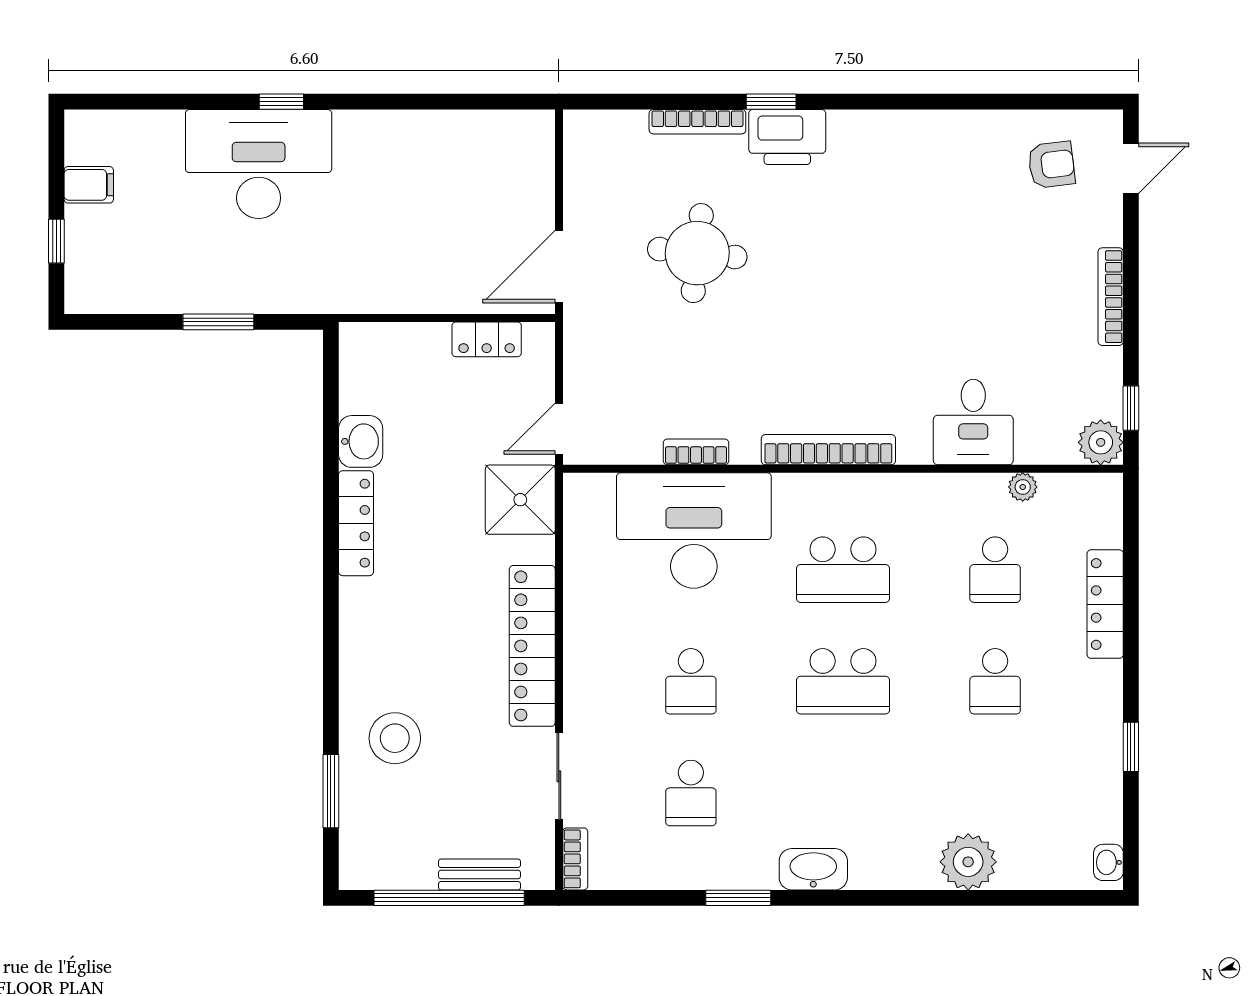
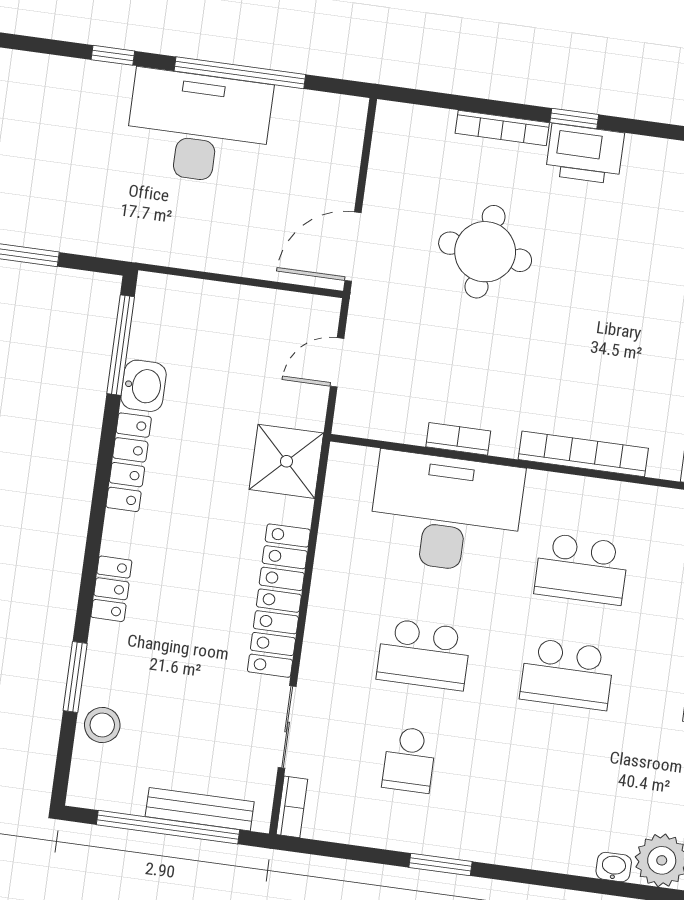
window: (416, 102) -> (240, 73), added
desk: (259, 164) -> (198, 127), moved
locker: (487, 339) -> (111, 589), moved, turned -90
window: (331, 402) -> (121, 345), added
door: (559, 429) -> (337, 362), moved
school desk: (691, 681) -> (424, 654), width x1.85
stool: (395, 738) -> (102, 725), moved, width x0.73, depth x0.73
window: (331, 791) -> (75, 677), moved
washbasin: (813, 869) -> (614, 867), moved, width x0.52, depth x0.69
bench: (480, 874) -> (200, 809), width x1.36

